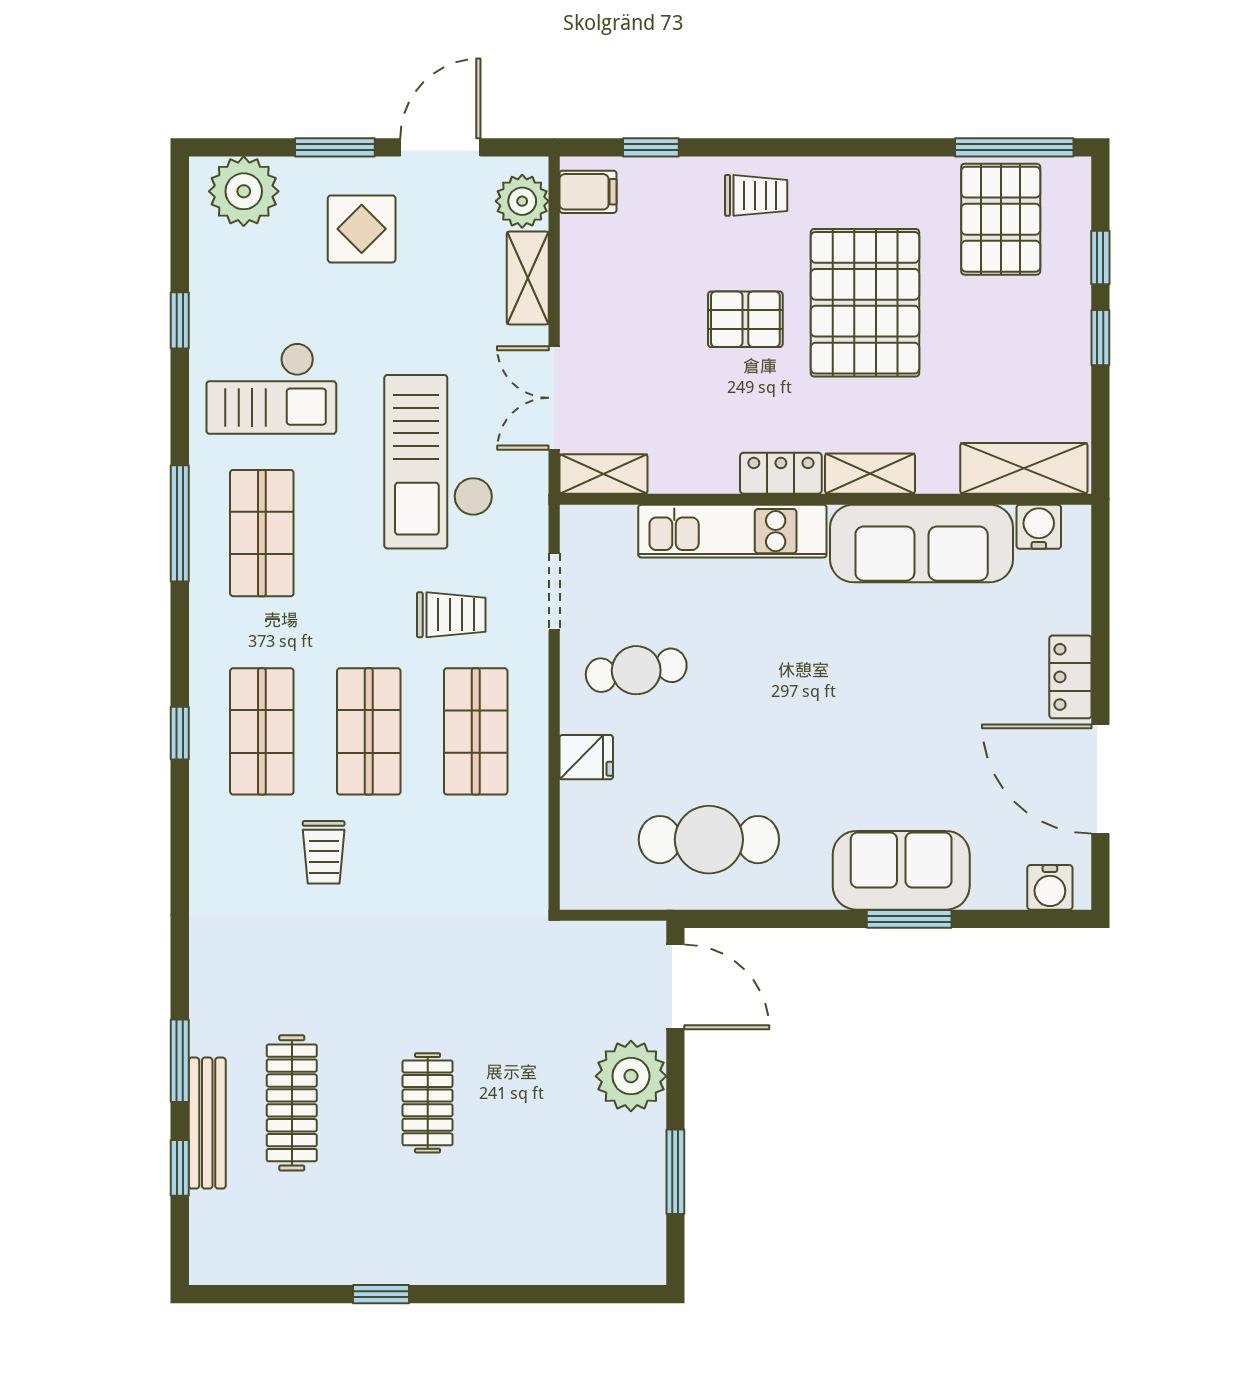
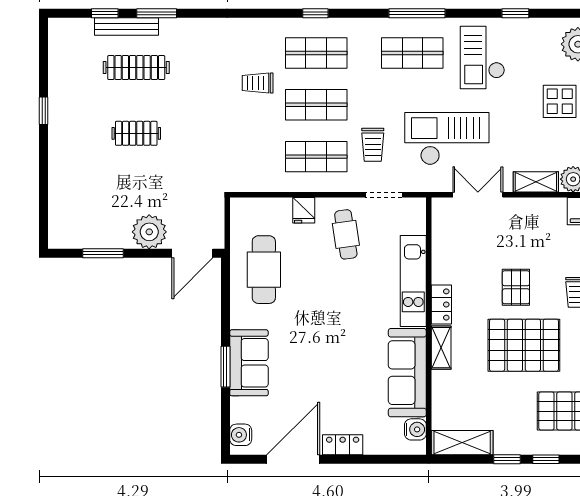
shelving: (1024, 468) -> (462, 443), moved, turned 90
shelving: (604, 474) -> (441, 219), removed

